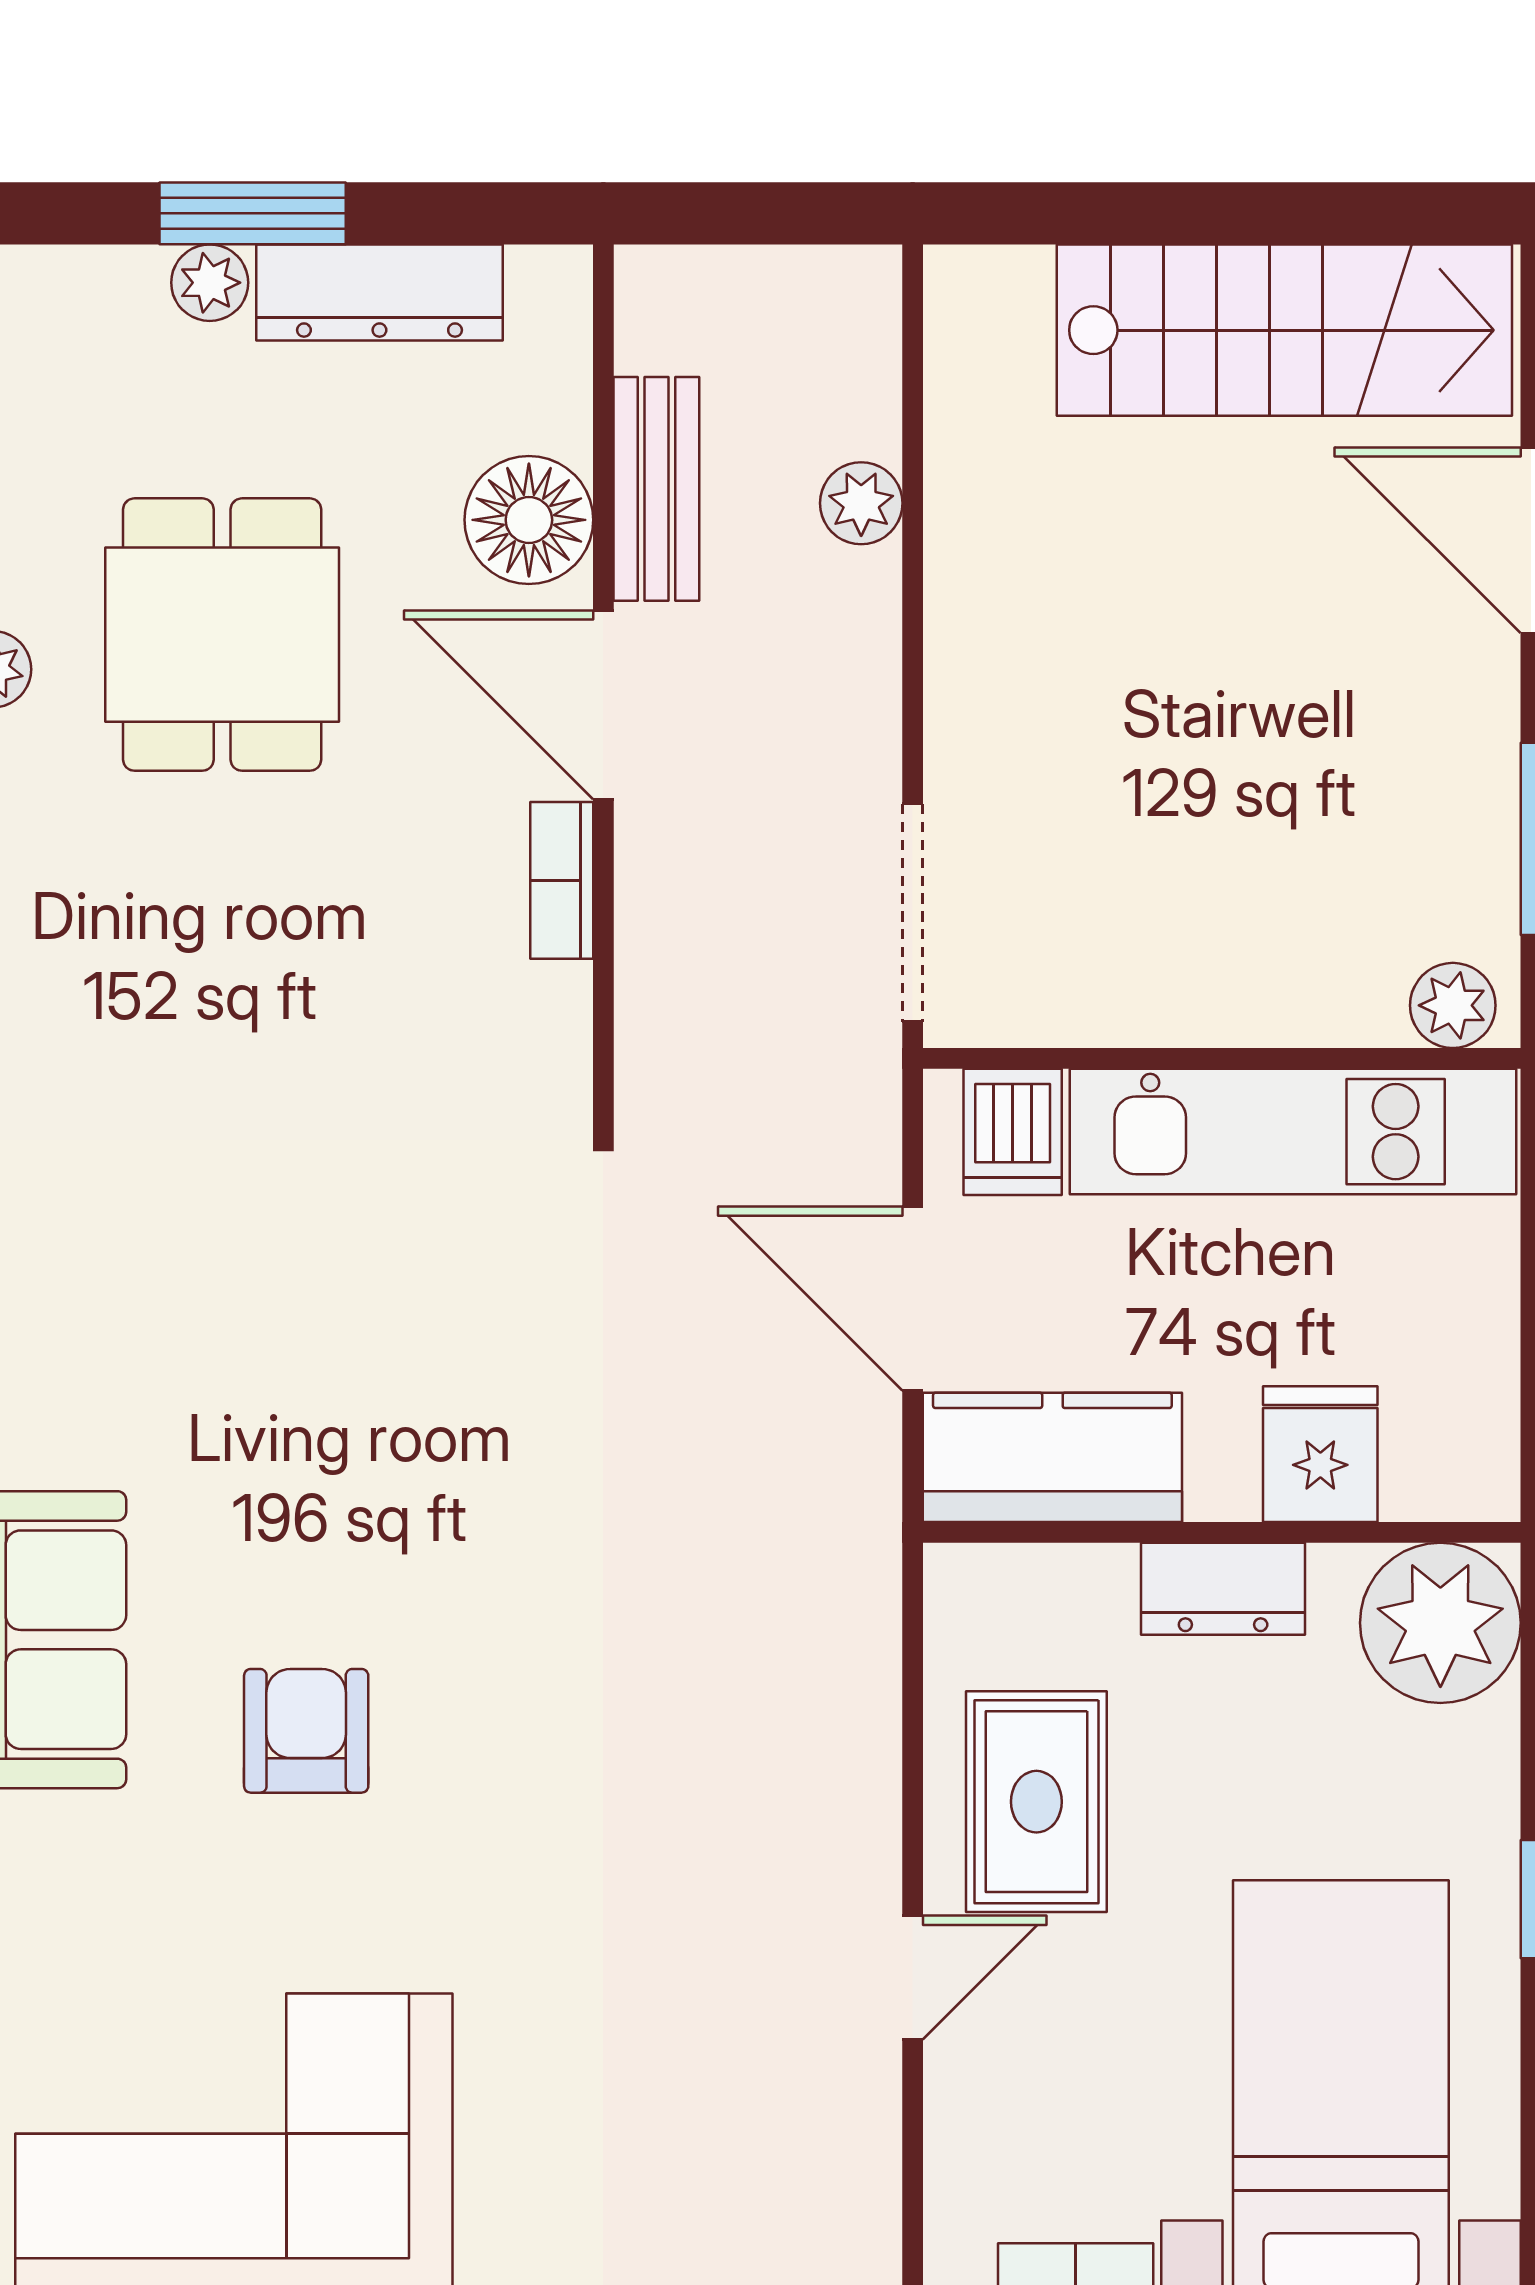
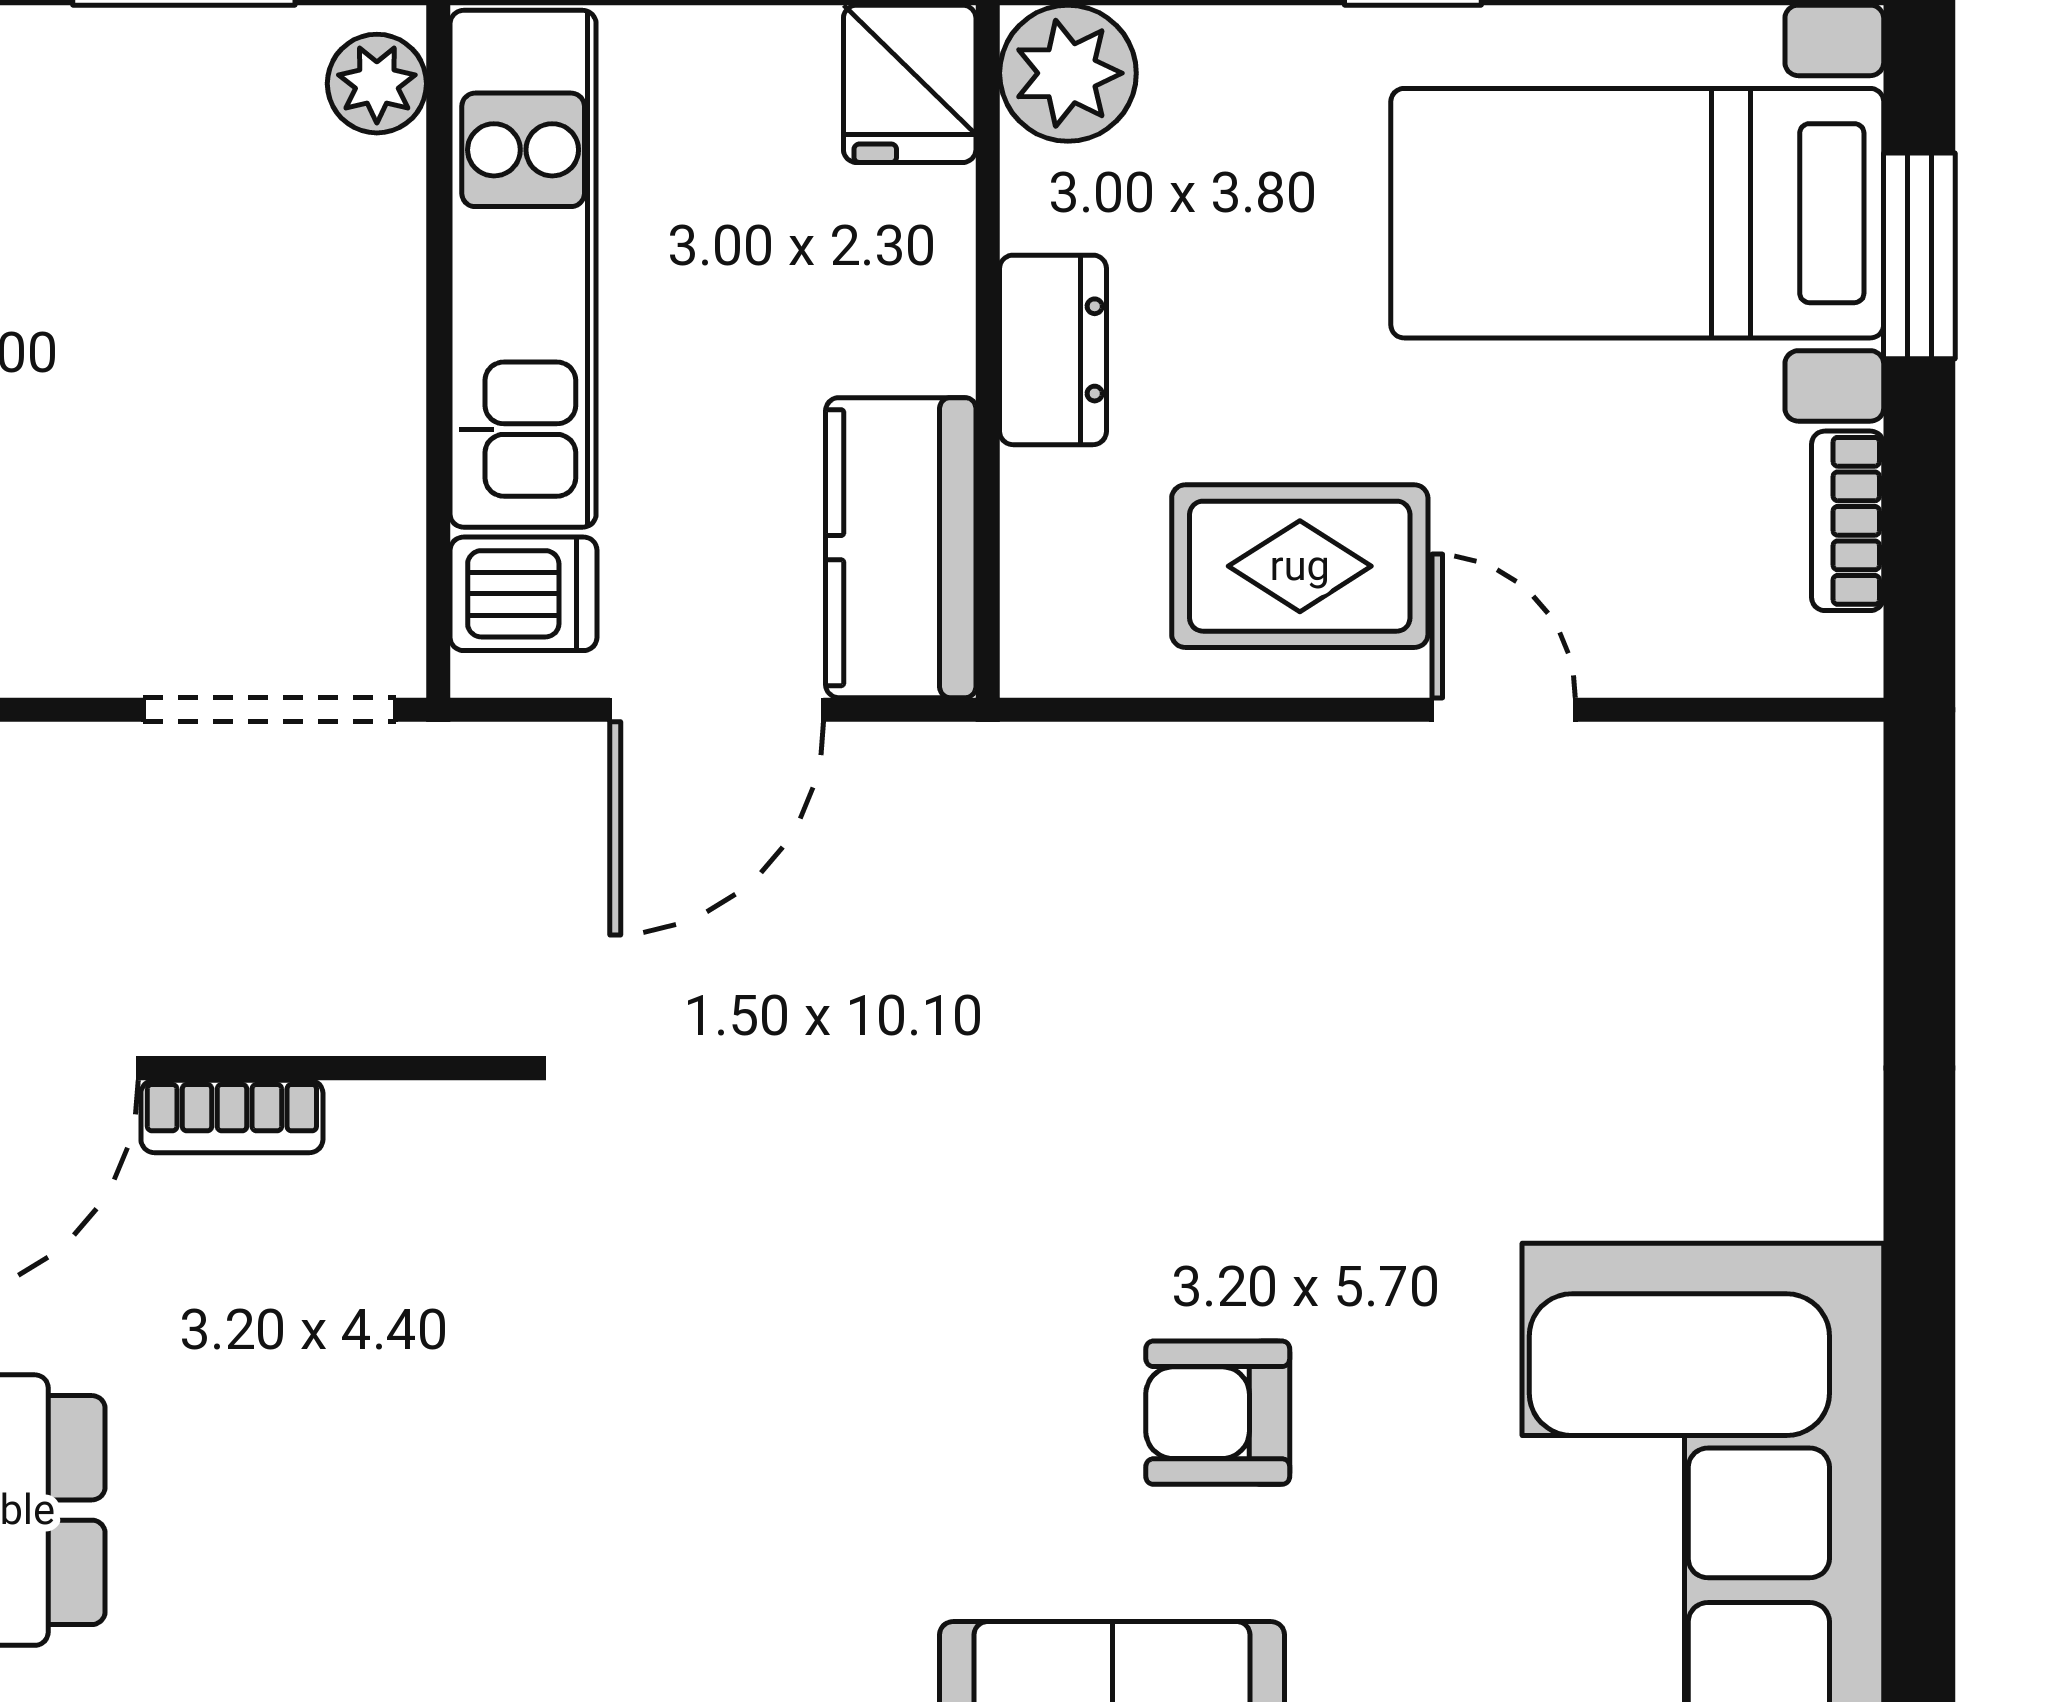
fridge: (1320, 1454) -> (910, 84), moved, turned -90
plant: (1440, 1623) -> (1068, 73), width x0.73, depth x0.73

